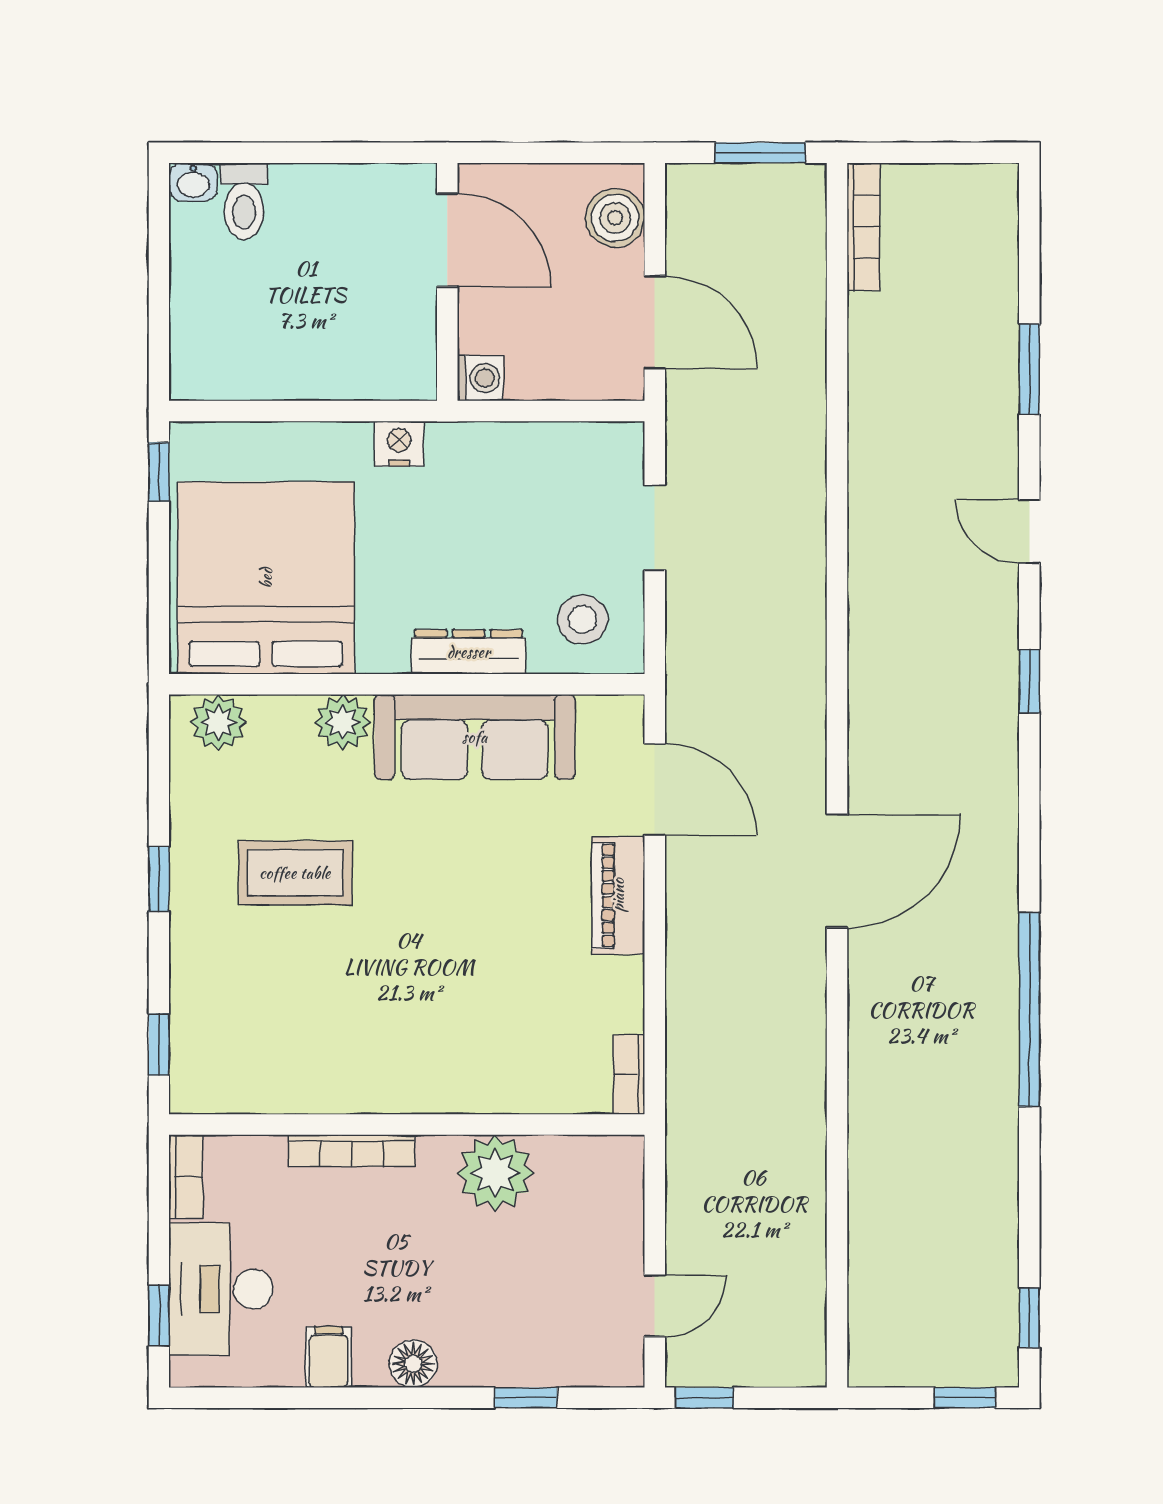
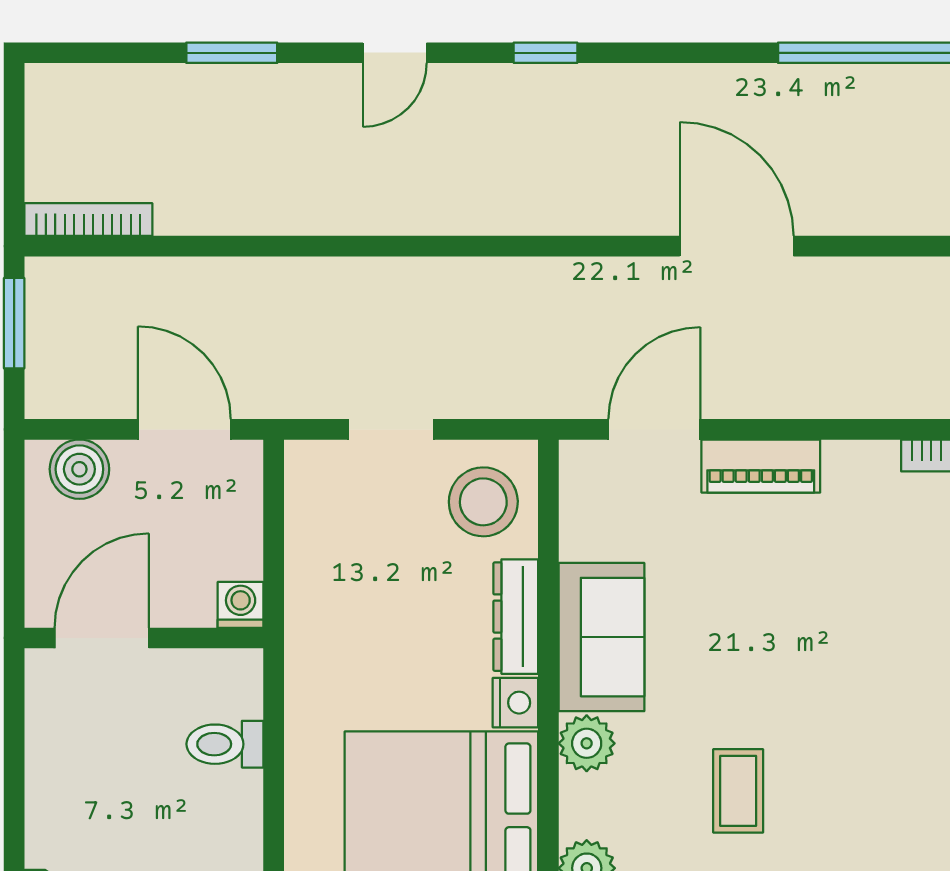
toilet: (244, 201) -> (225, 744), moved, turned 180
door: (655, 322) -> (184, 429), hinge flipped
nightstand: (399, 444) -> (515, 703), moved, turned 180
stool: (583, 619) -> (483, 502), width x1.38, depth x1.38
sofa: (475, 737) -> (601, 637), width x0.73
coffee table: (295, 873) -> (738, 791), width x0.73, depth x0.77

